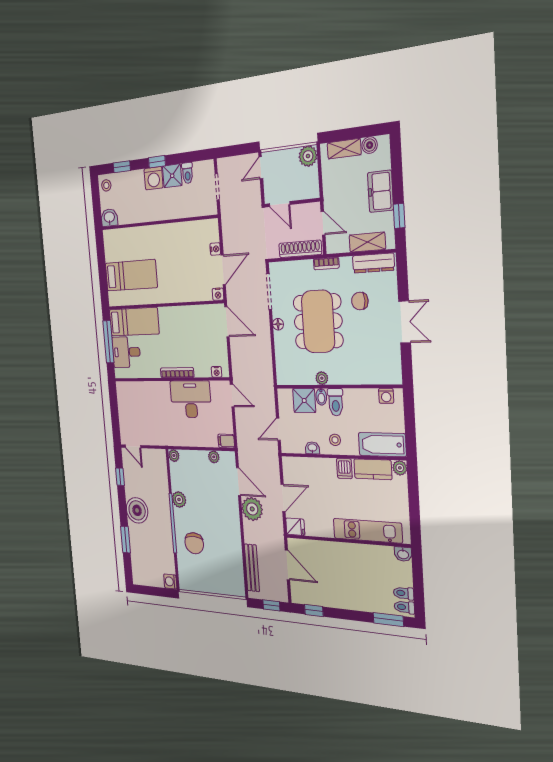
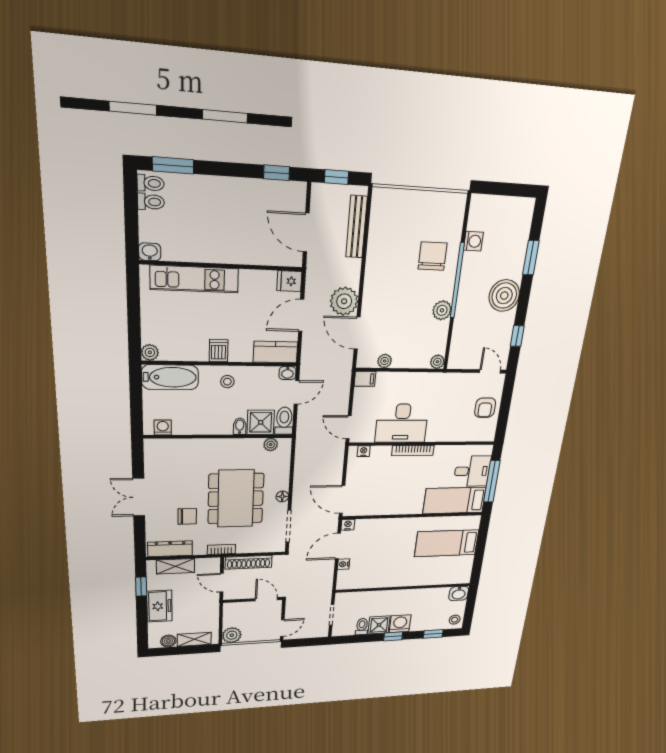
plant: (322, 378) -> (271, 445), moved
toilet: (336, 402) -> (284, 421), moved
armchair: (129, 414) -> (485, 408), added
washbasin: (312, 448) -> (287, 373), moved
kitchen counter: (373, 469) -> (275, 352), moved
washing machine: (170, 582) -> (473, 241), moved

